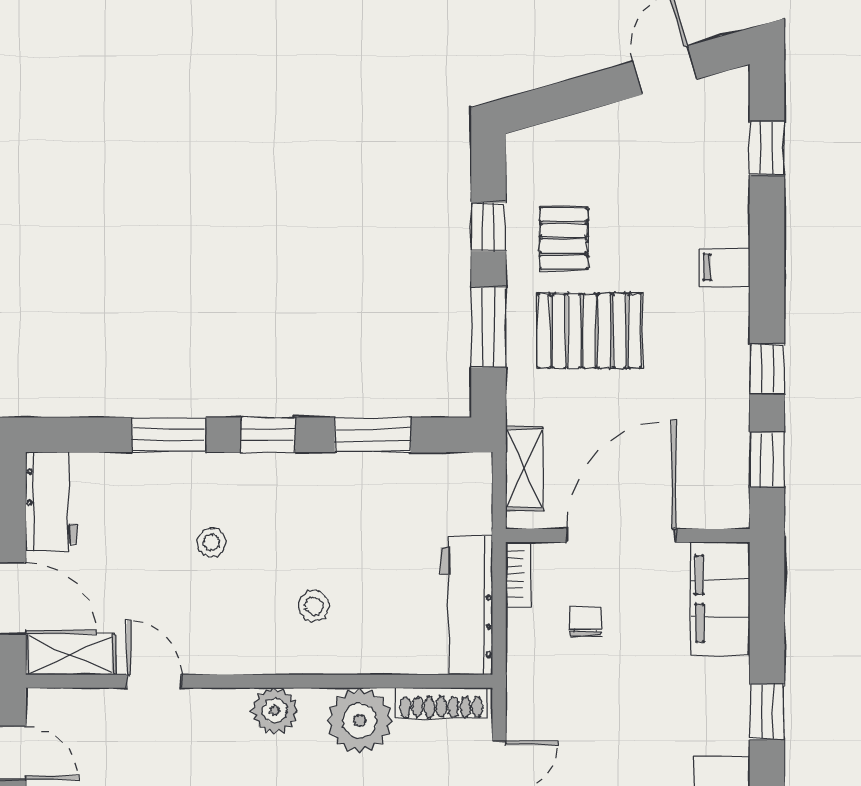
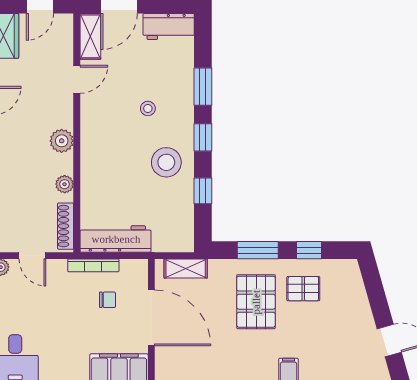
window: (373, 435) -> (203, 191), width x0.67
bookcase: (518, 574) -> (93, 265), moved, width x1.56
stool: (314, 606) -> (166, 162), moved, width x1.89, depth x1.89
plant: (360, 720) -> (65, 184), width x0.53, depth x0.53

